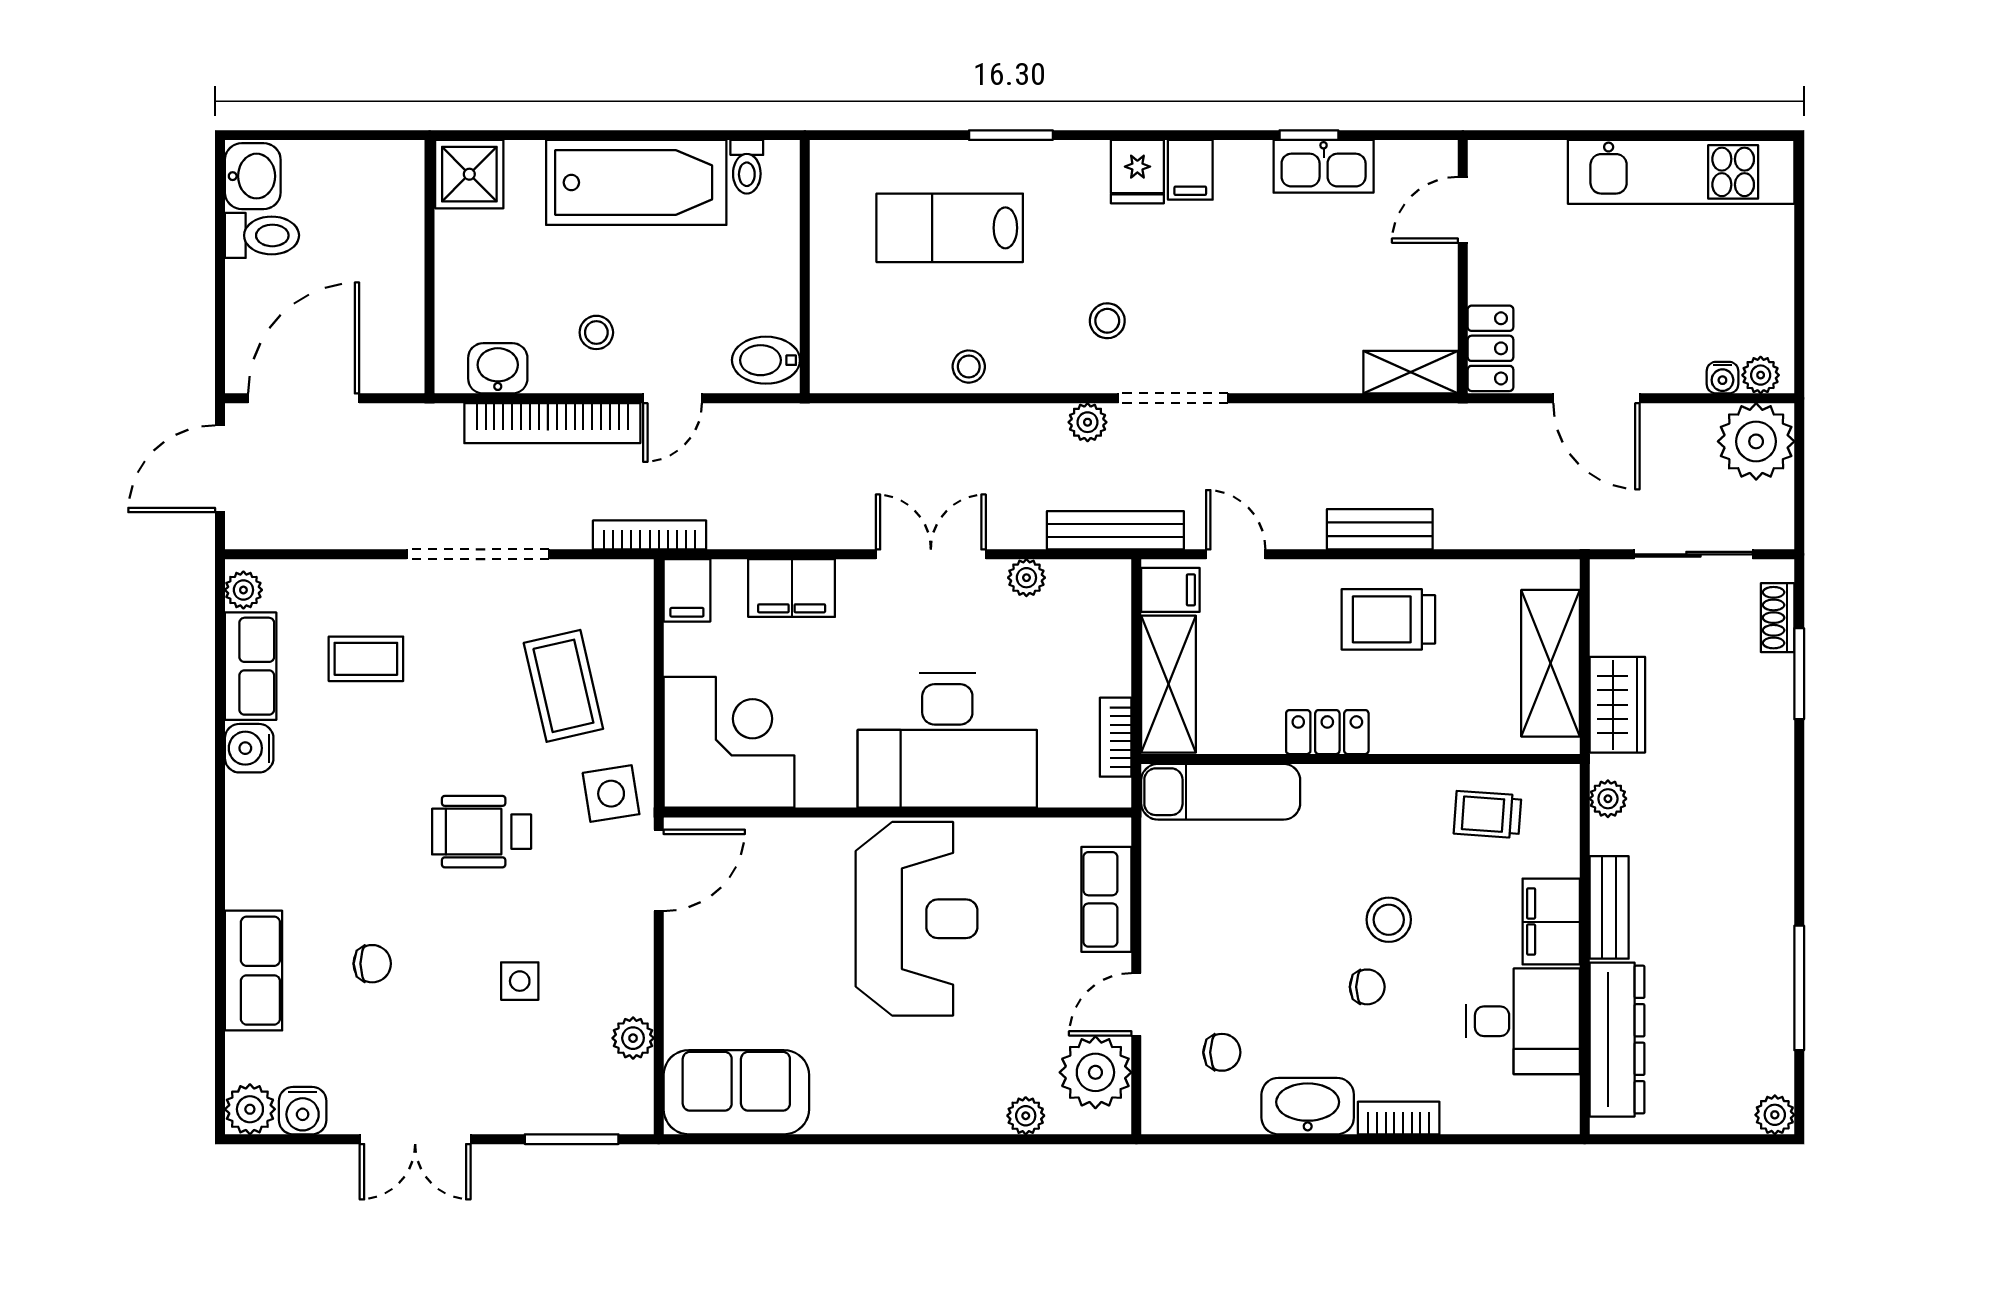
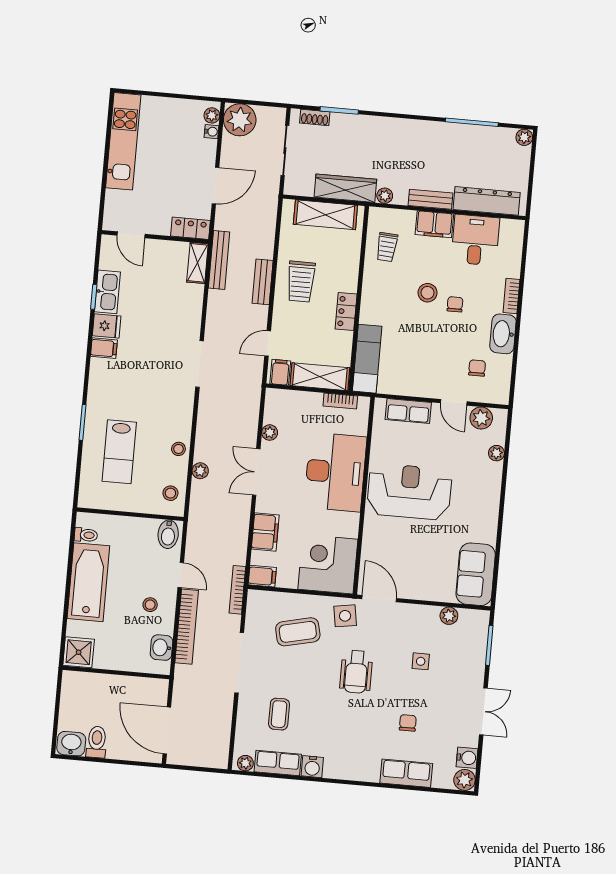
fridge: (1137, 172) -> (107, 326), moved
stool: (1107, 321) -> (170, 493), moved
plant: (1088, 422) -> (200, 471), moved
door: (220, 469) -> (193, 768), removed
bench: (1115, 530) -> (219, 260), moved
wardrobe: (1617, 705) -> (345, 188), width x1.50
plant: (1095, 1072) -> (481, 418), width x0.73, depth x0.73

